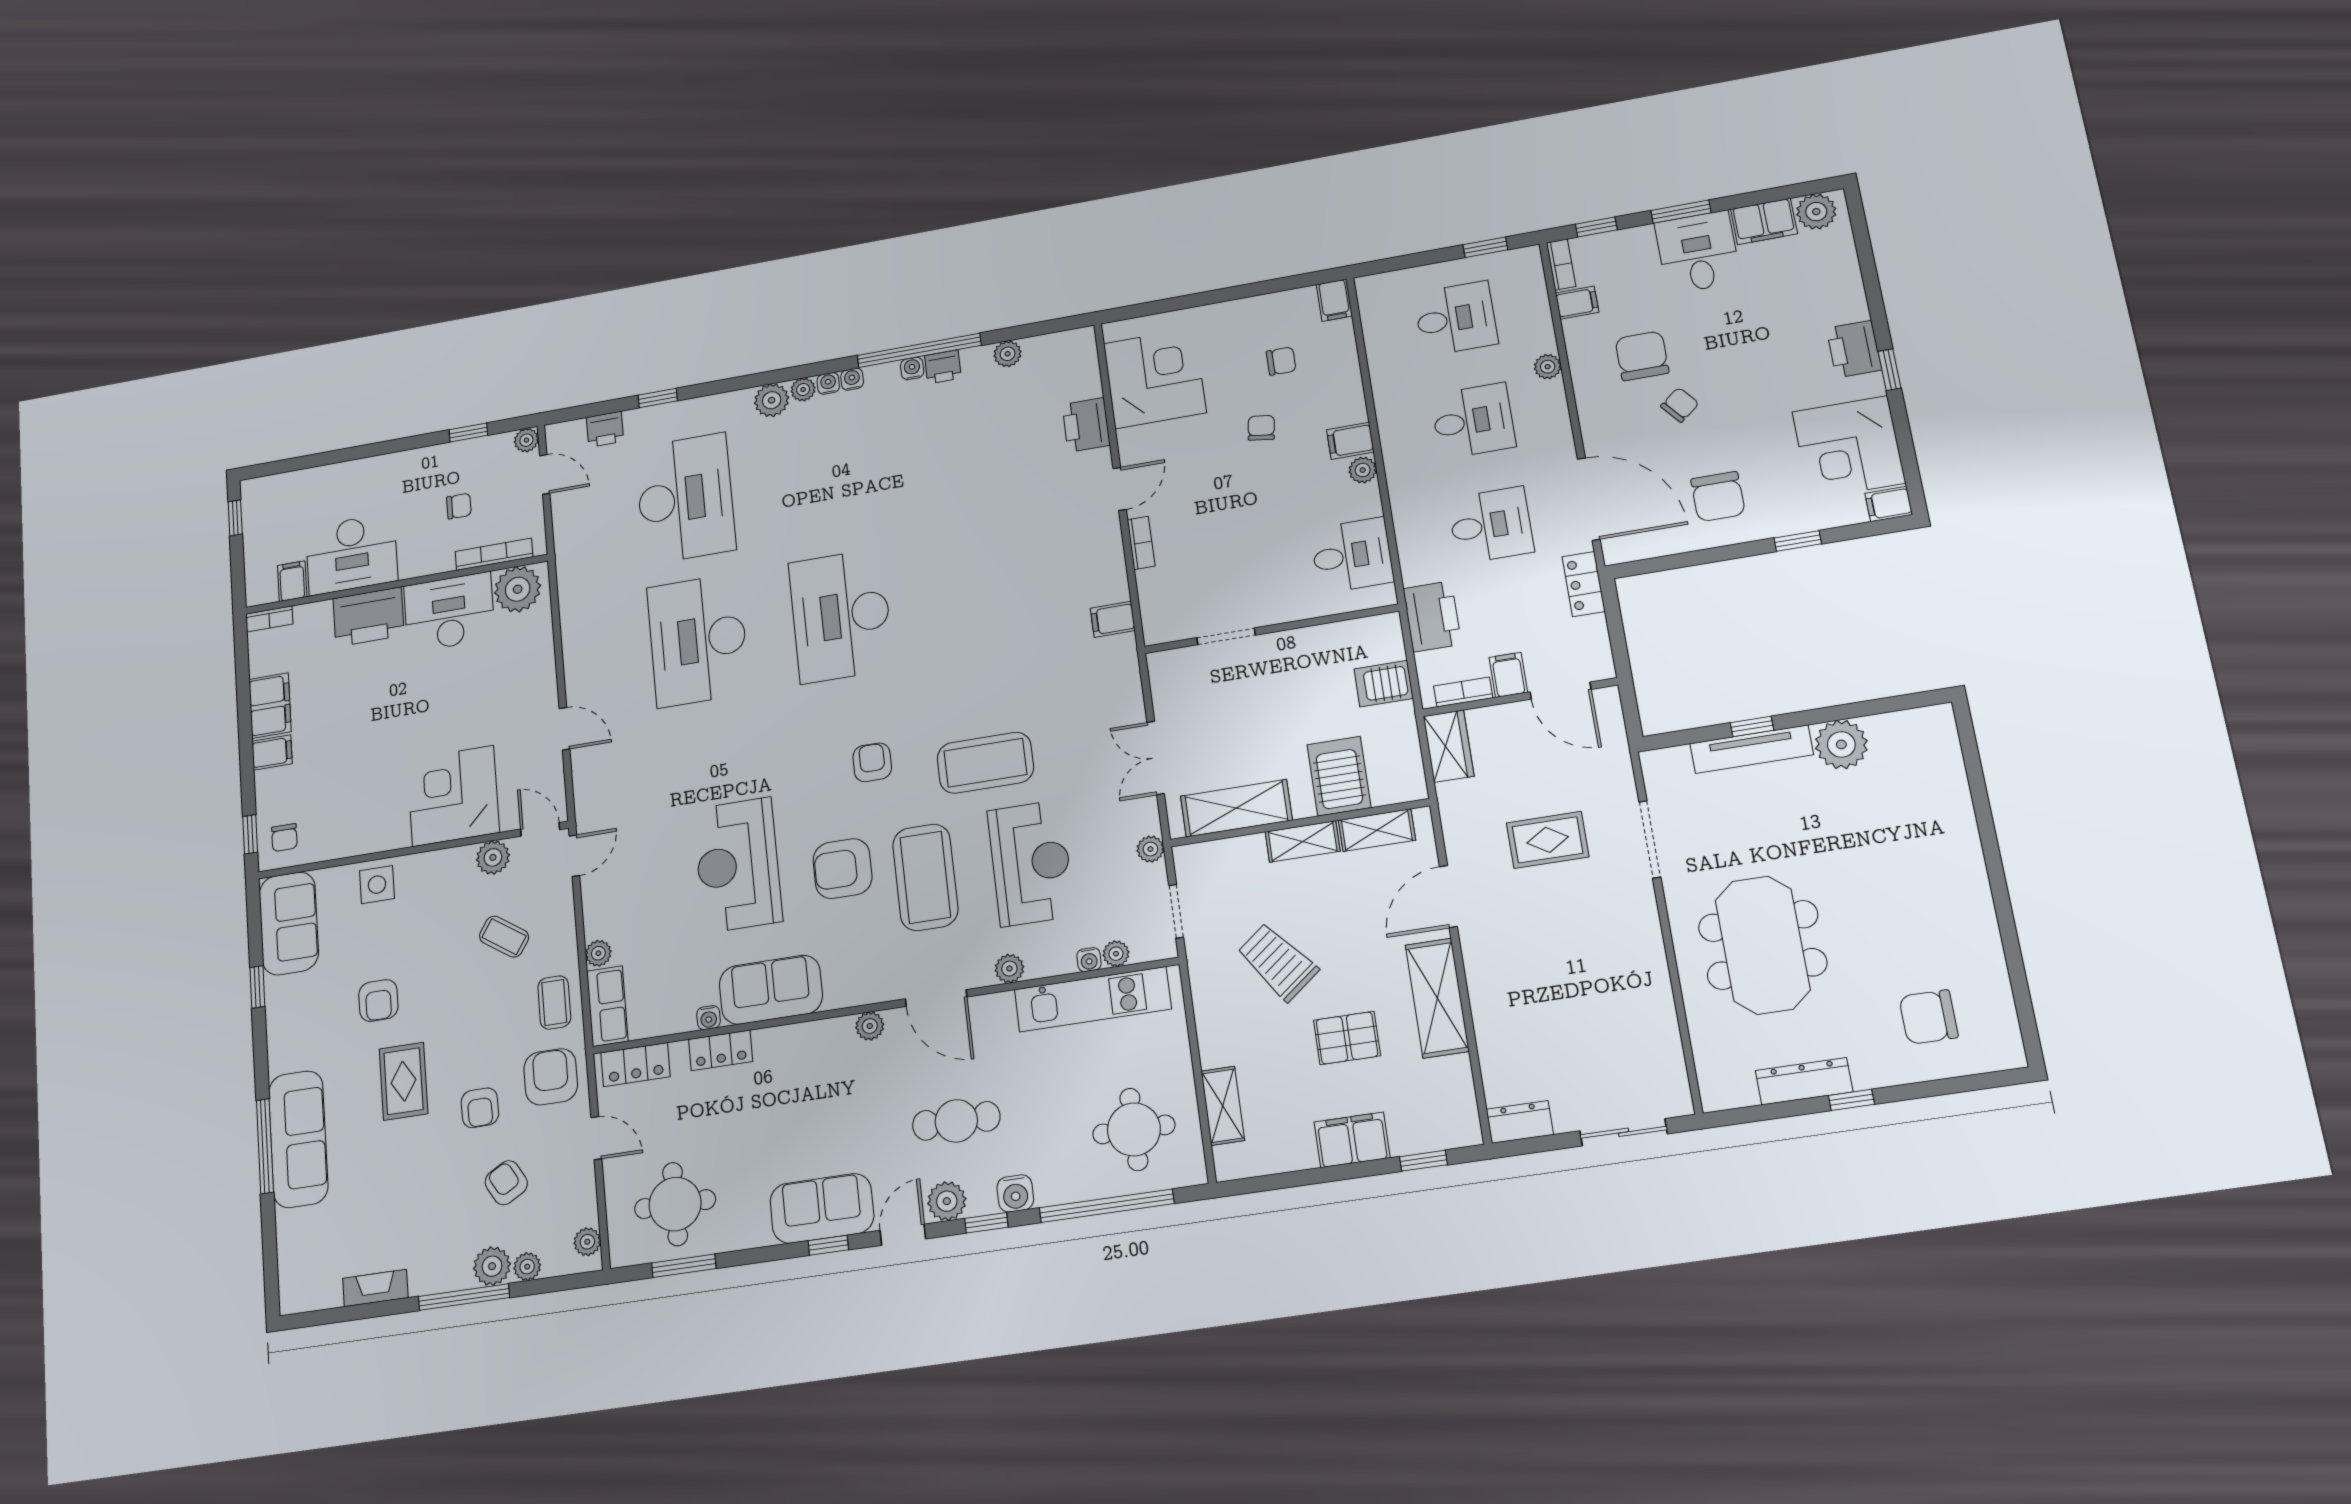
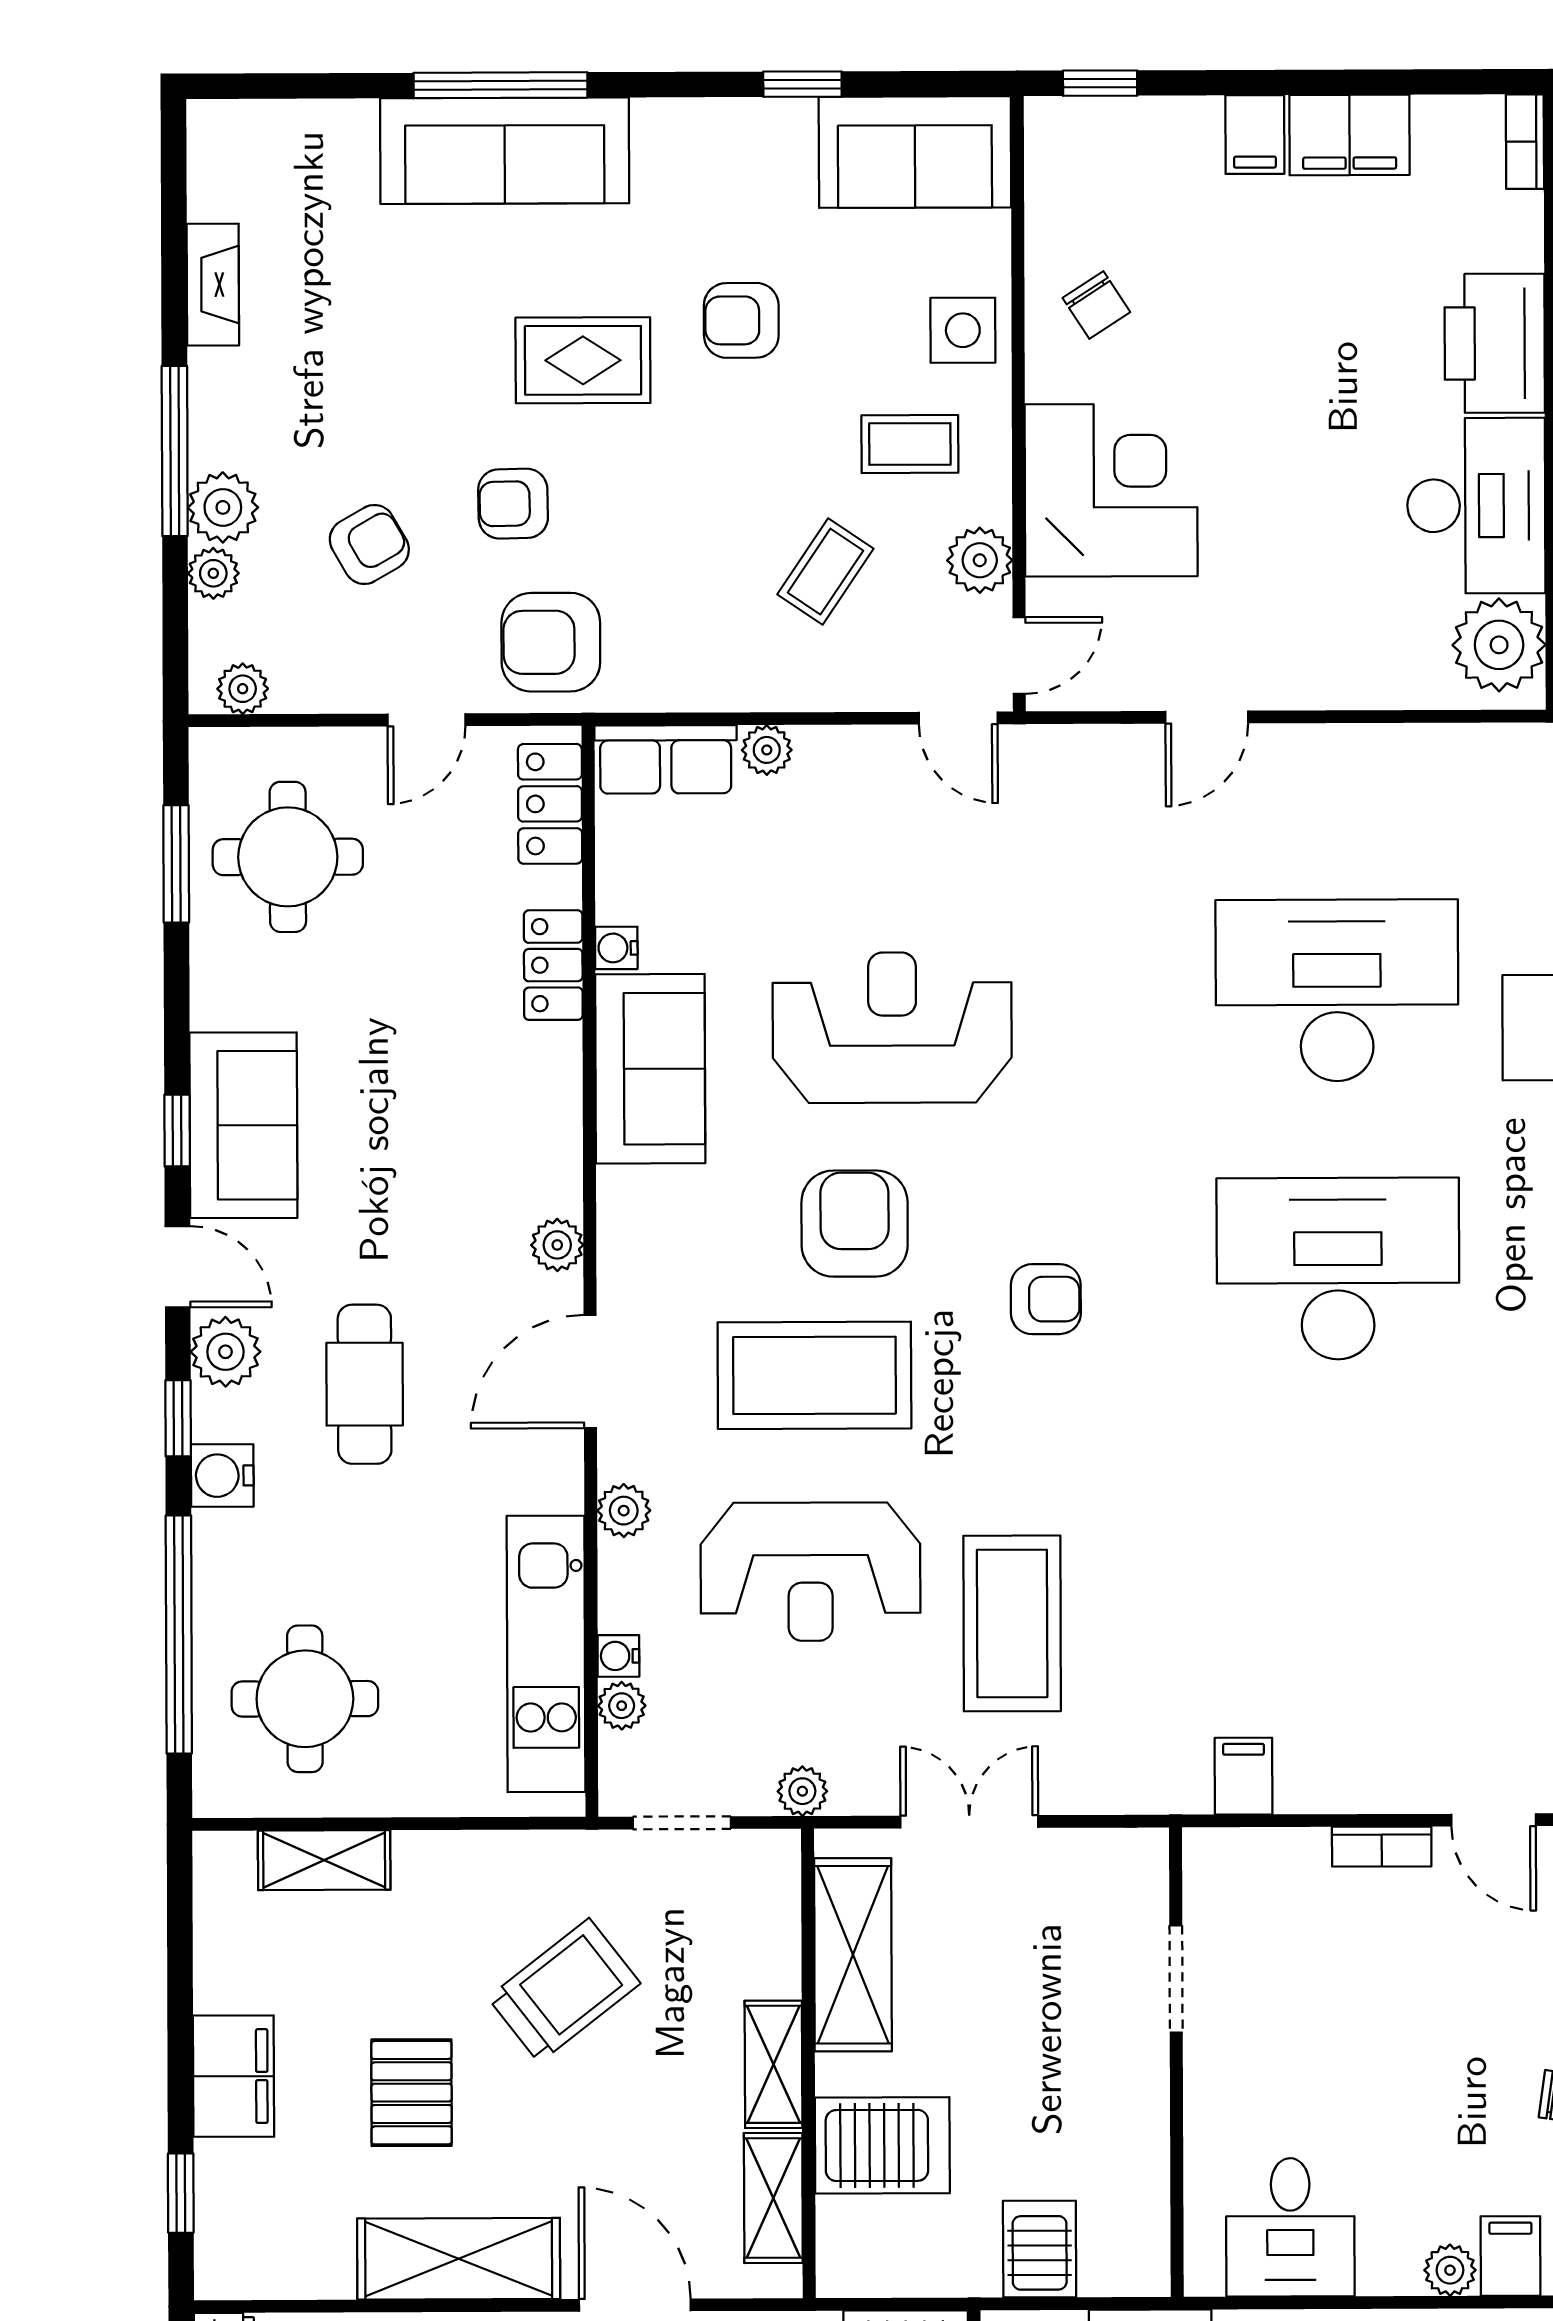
coffee table: (985, 763) -> (1012, 1623), moved
chair: (284, 838) -> (1096, 305), moved, turned -123
coffee table: (554, 1003) -> (910, 444), moved
armchair: (551, 1077) -> (551, 642), turned 180

